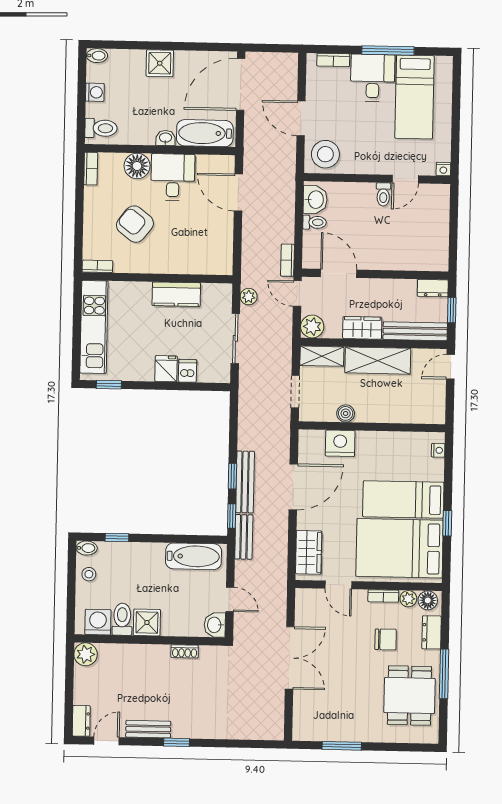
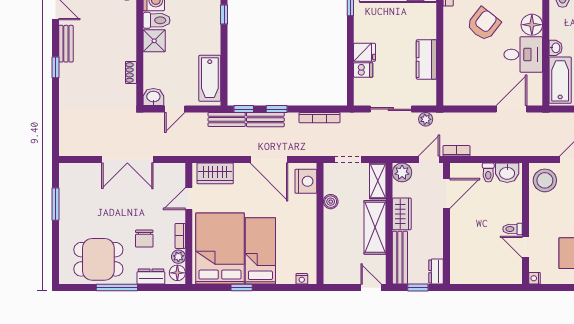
bookcase: (244, 425) -> (319, 118), added
nightstand: (340, 443) -> (306, 181), moved
bench: (245, 482) -> (265, 120), width x0.73

